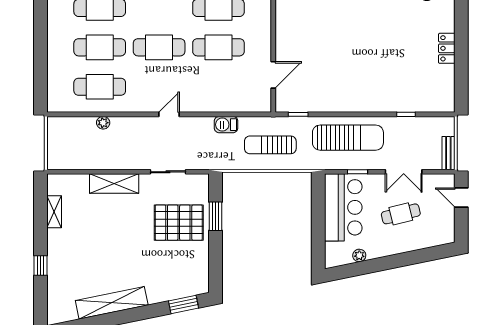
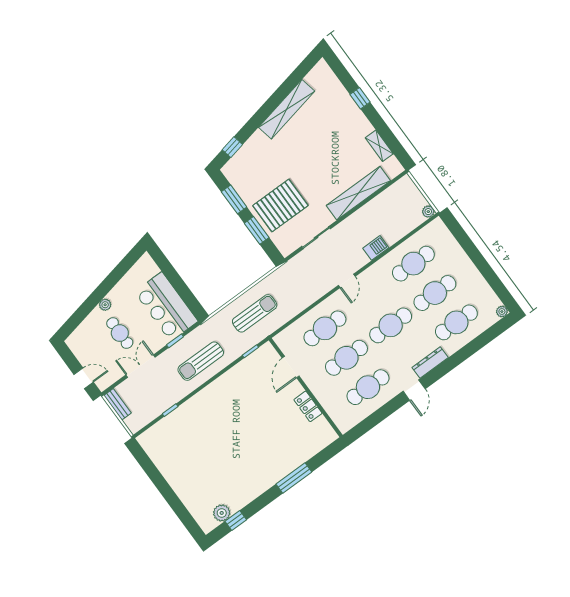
locker: (447, 48) -> (308, 406), moved, turned 180
cafe table: (218, 87) -> (325, 328), added
plant: (103, 123) -> (428, 212), moved
barbecue: (226, 125) -> (376, 248), moved
sun lounger: (348, 138) -> (201, 361), width x0.73, depth x0.75
shelving: (114, 184) -> (358, 193), width x1.47
cafe table: (401, 214) -> (120, 333), turned -76
plant: (359, 255) -> (105, 305), moved
window: (215, 258) -> (234, 199), added
window: (183, 304) -> (232, 147), width x0.67

